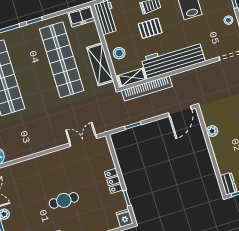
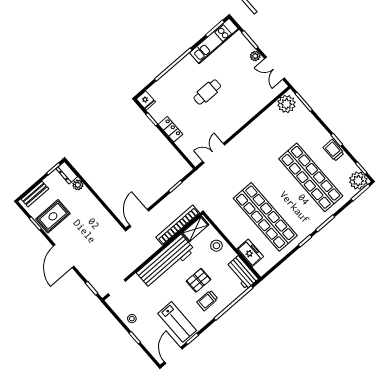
freezer: (81, 16) -> (250, 253), moved, turned 90
shelving: (100, 64) -> (229, 228), removed
plant: (212, 131) -> (78, 185), moved
double door: (83, 141) -> (214, 153), swing flipped

